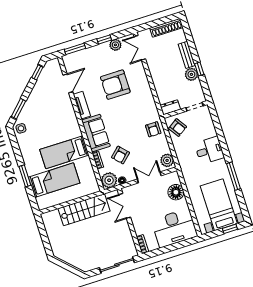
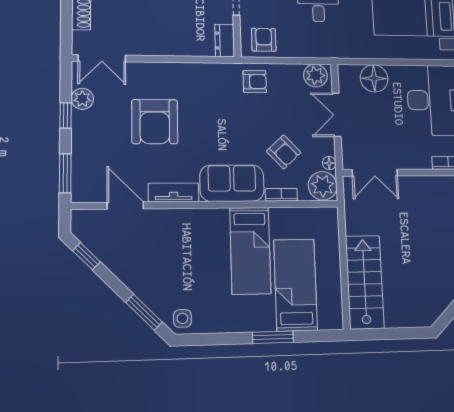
armchair: (178, 128) -> (264, 40), turned -56
stairs: (84, 210) -> (365, 282), moved

